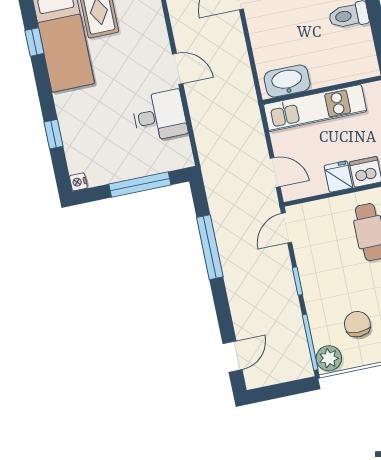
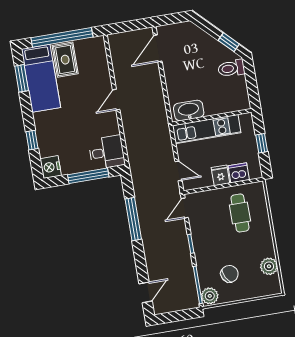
window: (34, 42) -> (22, 78), width x1.50
door: (178, 69) -> (116, 100), swing flipped
desk: (160, 116) -> (107, 152), moved
nightstand: (78, 182) -> (51, 167), width x1.89, depth x1.79
chair: (357, 324) -> (229, 274), turned 61

